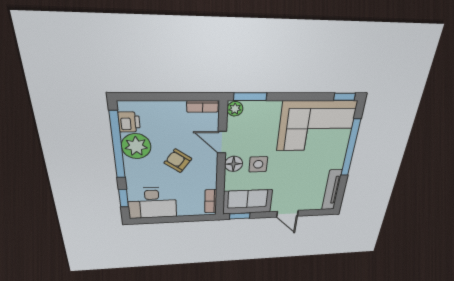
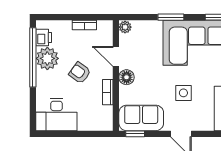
window: (250, 97) -> (171, 17), moved
bookcase: (202, 106) -> (84, 25), moved
side table: (258, 164) -> (183, 93), moved
window: (124, 198) -> (33, 108), removed
bookcase: (211, 201) -> (108, 92), moved

